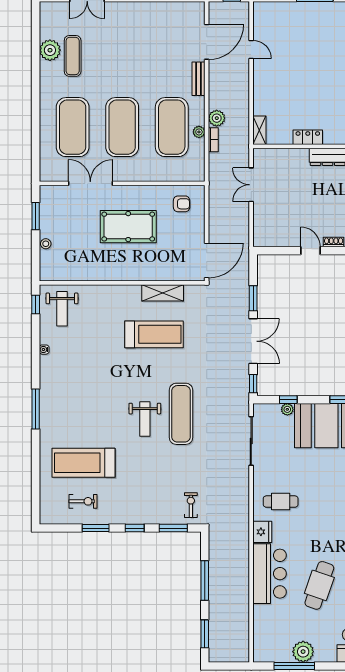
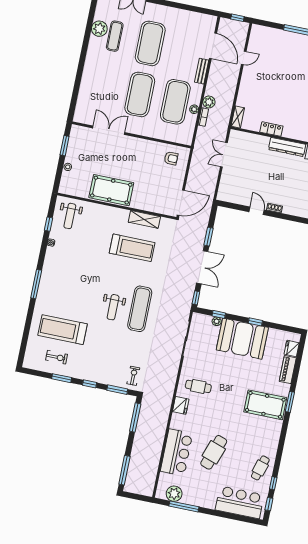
door: (207, 42) -> (213, 46), hinge flipped
door: (251, 49) -> (244, 58), hinge flipped
exercise mat: (73, 127) -> (150, 43), moved
pool table: (128, 227) -> (111, 190), moved
window: (36, 304) -> (48, 224), moved
bar counter: (270, 574) -> (177, 452), moved
window: (205, 581) -> (135, 417), moved
window: (205, 634) -> (124, 470), width x1.44
plant: (303, 652) -> (174, 494), moved

